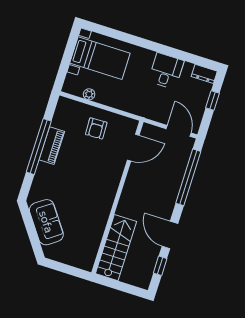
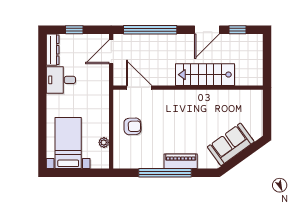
dresser: (204, 74) -> (53, 50), width x1.44
piano: (52, 146) -> (181, 161), moved
stairs: (116, 248) -> (205, 75), moved

